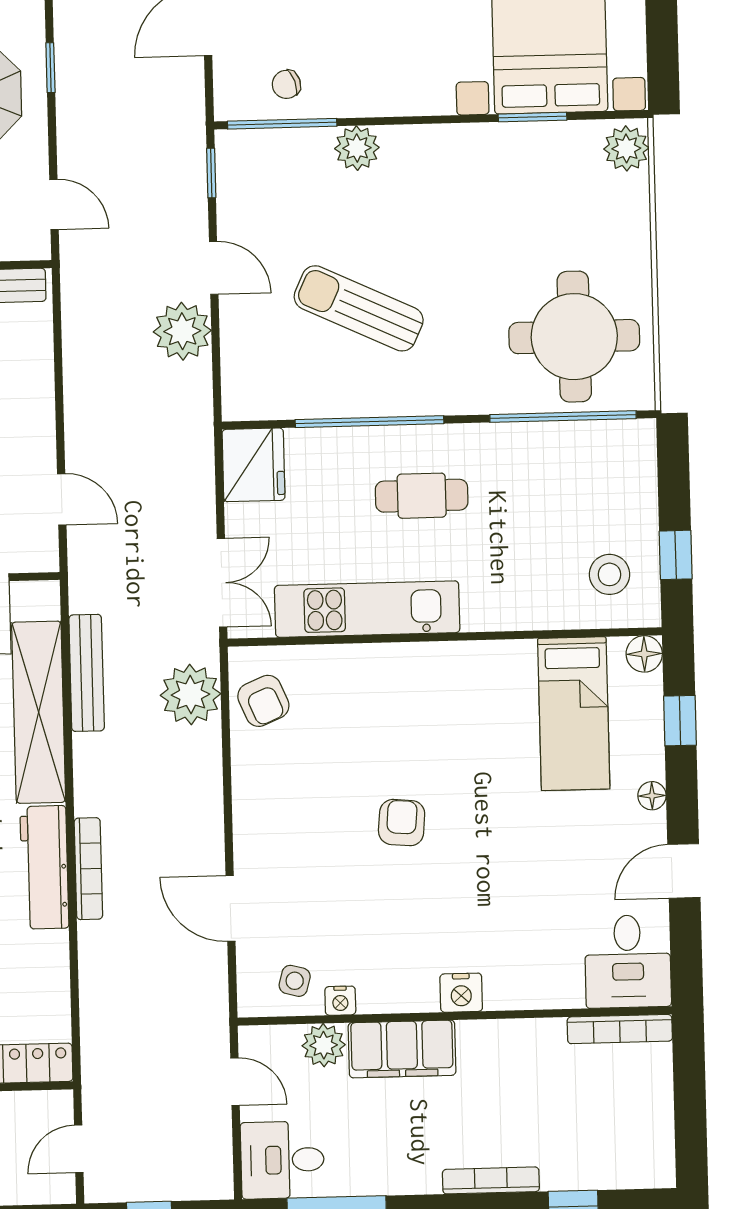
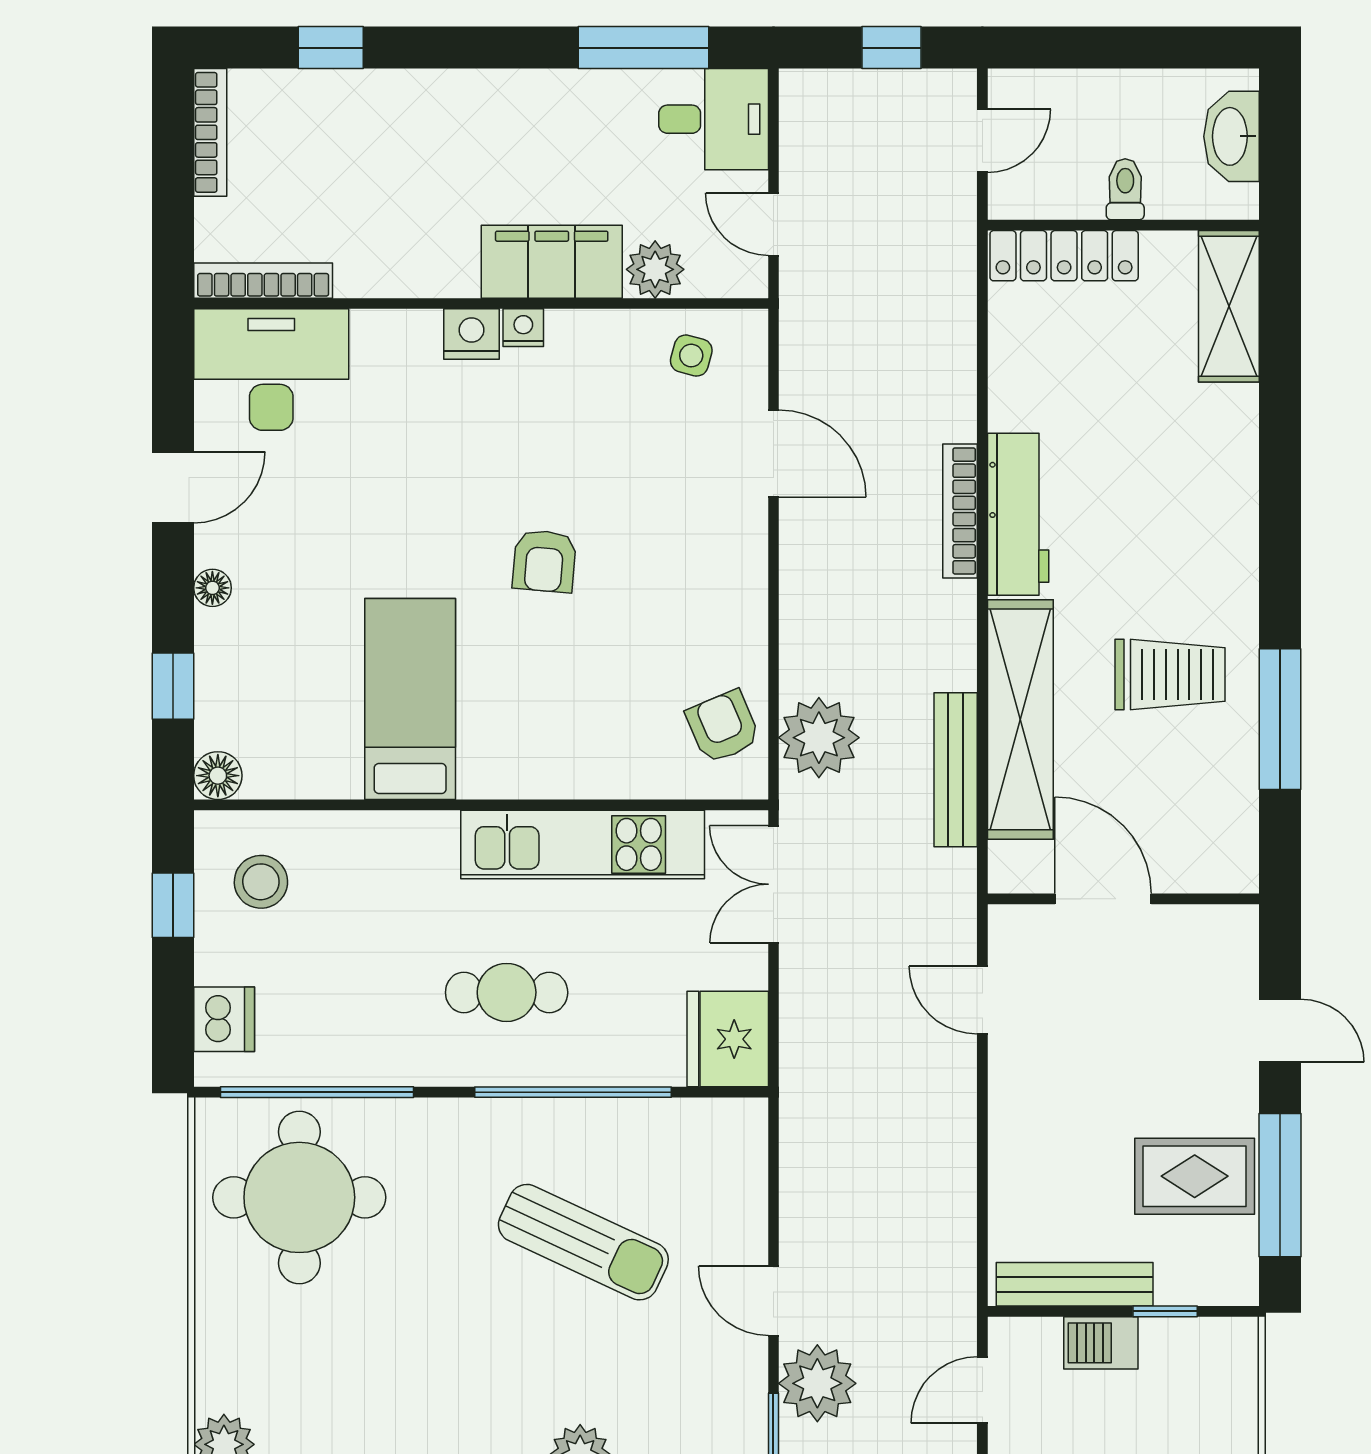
door: (54, 205) -> (982, 1390), hinge flipped
plant: (182, 331) -> (817, 1383), moved
dishwasher: (635, 470) -> (224, 1019), added
bed: (574, 714) -> (410, 699), moved
desk: (628, 961) -> (271, 370), width x1.37
nightstand: (340, 1001) -> (523, 328), moved
bookcase: (491, 1180) -> (210, 132), moved, turned -90

